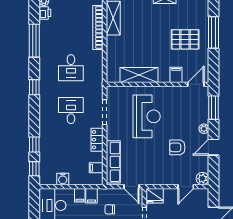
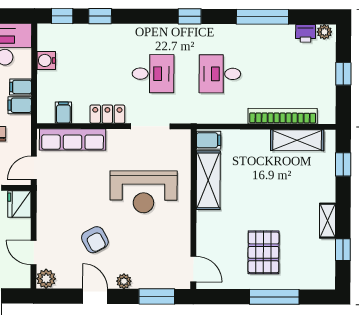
filing cabinet: (176, 75) -> (209, 140), moved
armchair: (177, 147) -> (95, 240), turned 152

